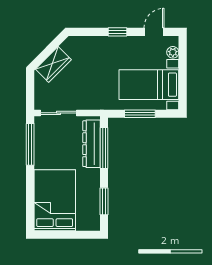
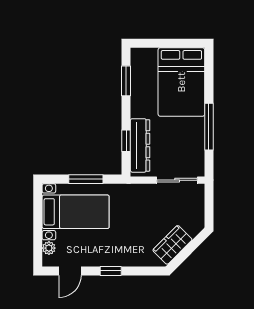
wardrobe: (53, 64) -> (172, 245), moved
window: (30, 144) -> (209, 127), moved
window: (104, 148) -> (126, 141), width x0.46

